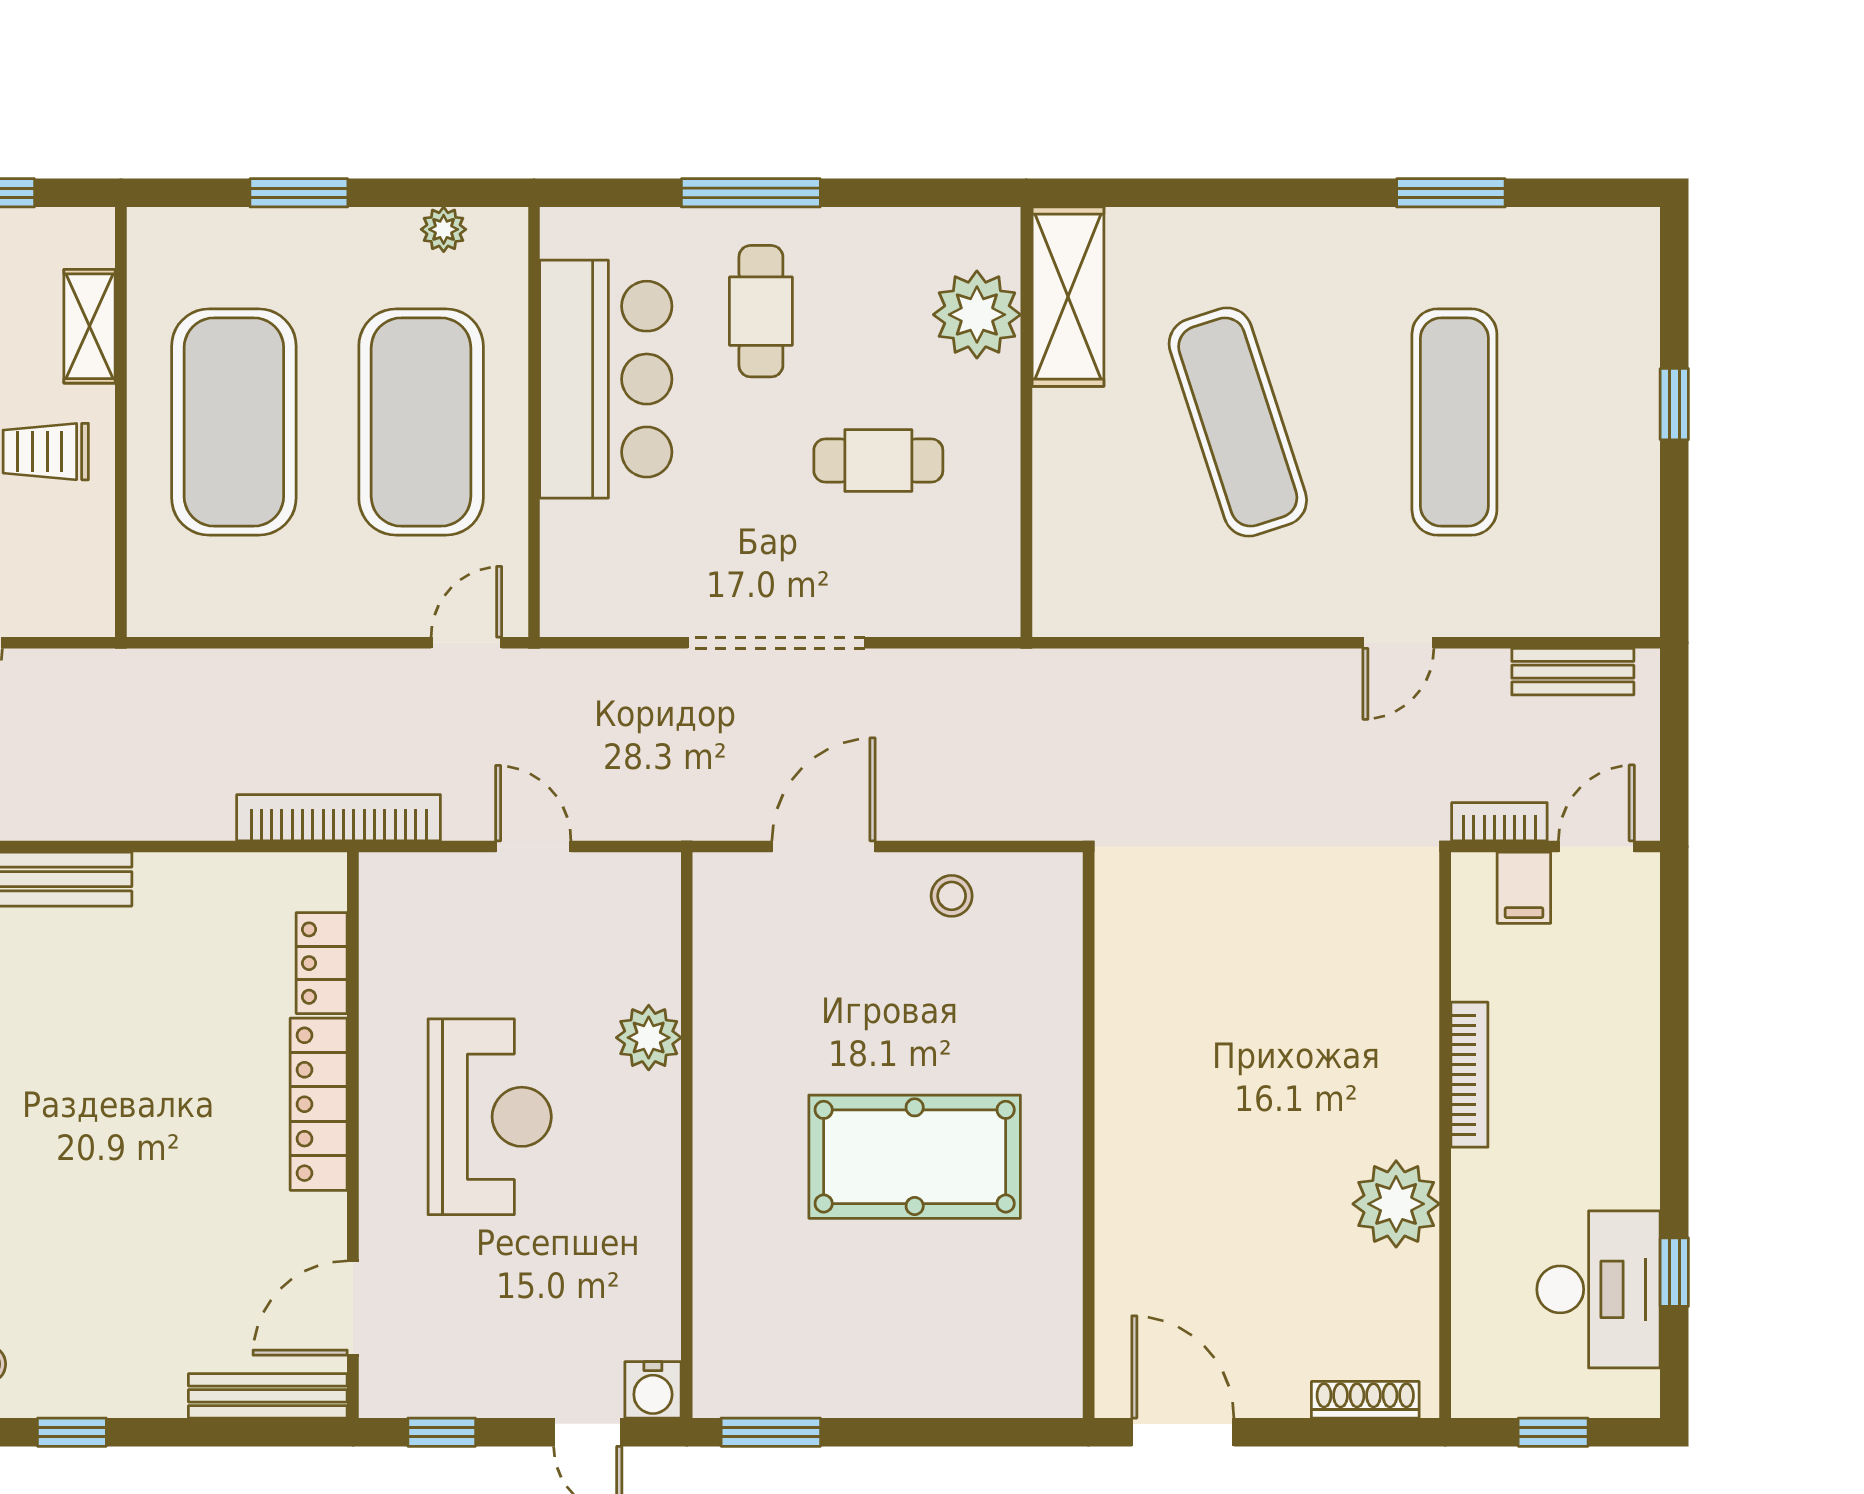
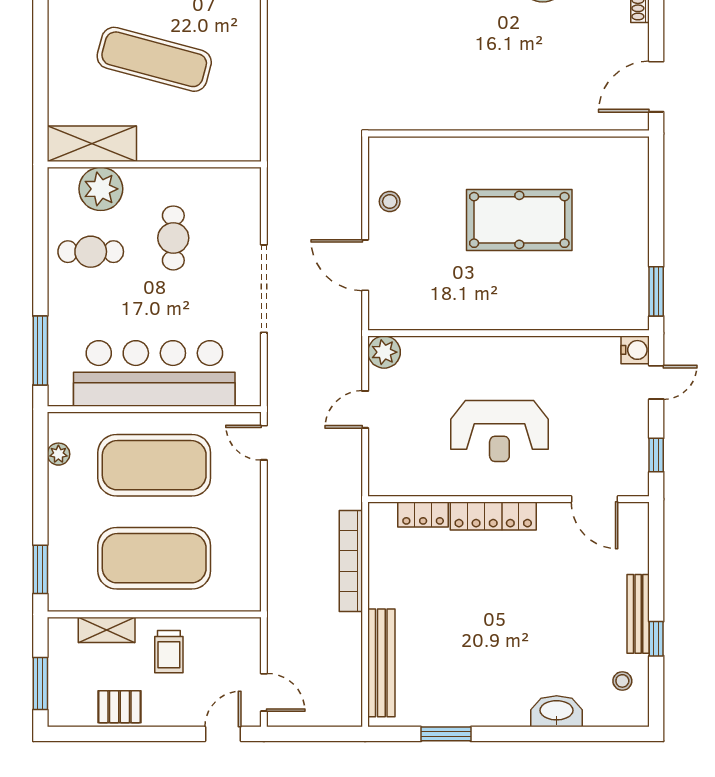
window: (299, 193) -> (40, 569), moved
window: (751, 193) -> (40, 351), moved
cafe table: (761, 311) -> (91, 252), moved
bar counter: (606, 379) -> (154, 373), width x1.36
exercise mat: (1238, 422) -> (154, 59), turned 33
bookcase: (339, 818) -> (351, 561), moved
plant: (649, 1038) -> (384, 352), moved
reception desk: (490, 1117) -> (499, 431), turned 180
pool table: (915, 1157) -> (519, 220), turned 90
bench: (268, 1396) -> (638, 614), moved

